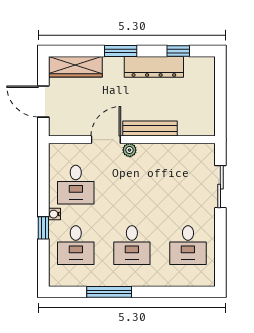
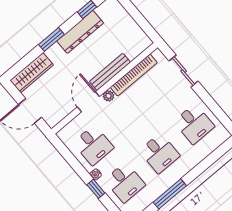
bookcase: (170, 150) -> (134, 75), added

